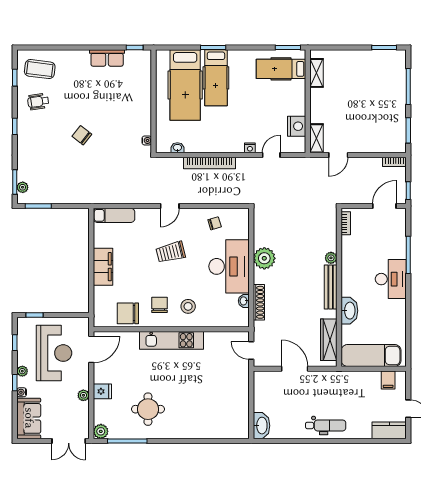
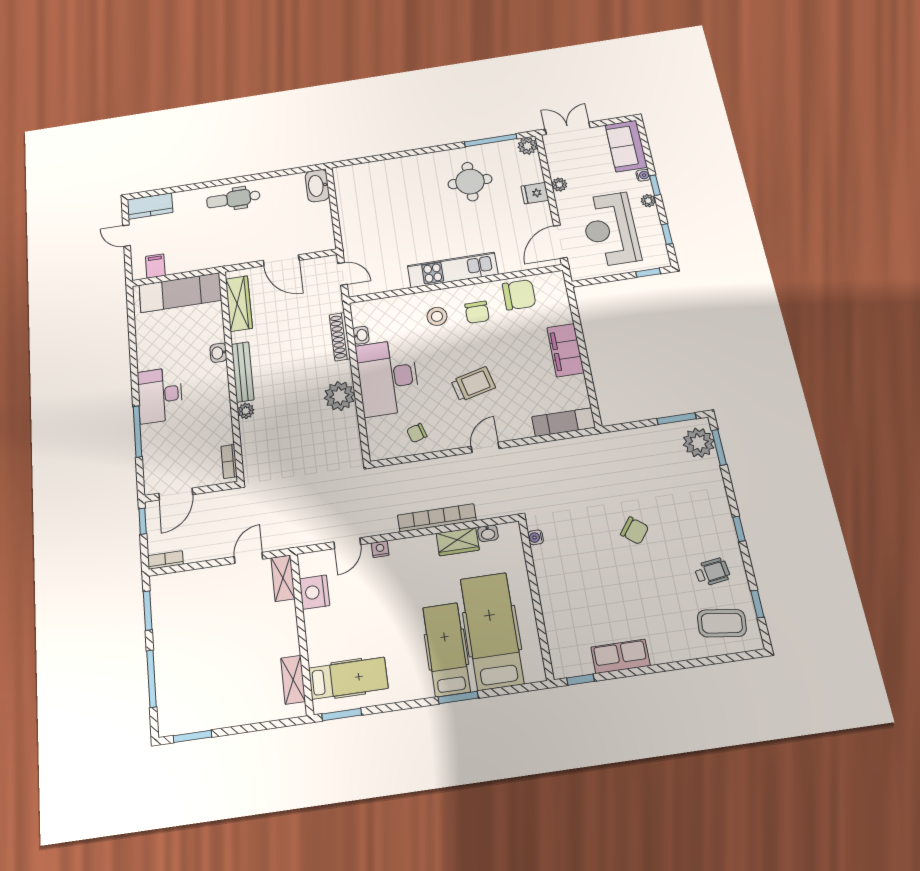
wardrobe: (198, 145) -> (458, 542), added
plant: (23, 187) -> (699, 443), width x1.88, depth x1.88
washbasin: (349, 311) -> (218, 353), width x0.52, depth x0.69

